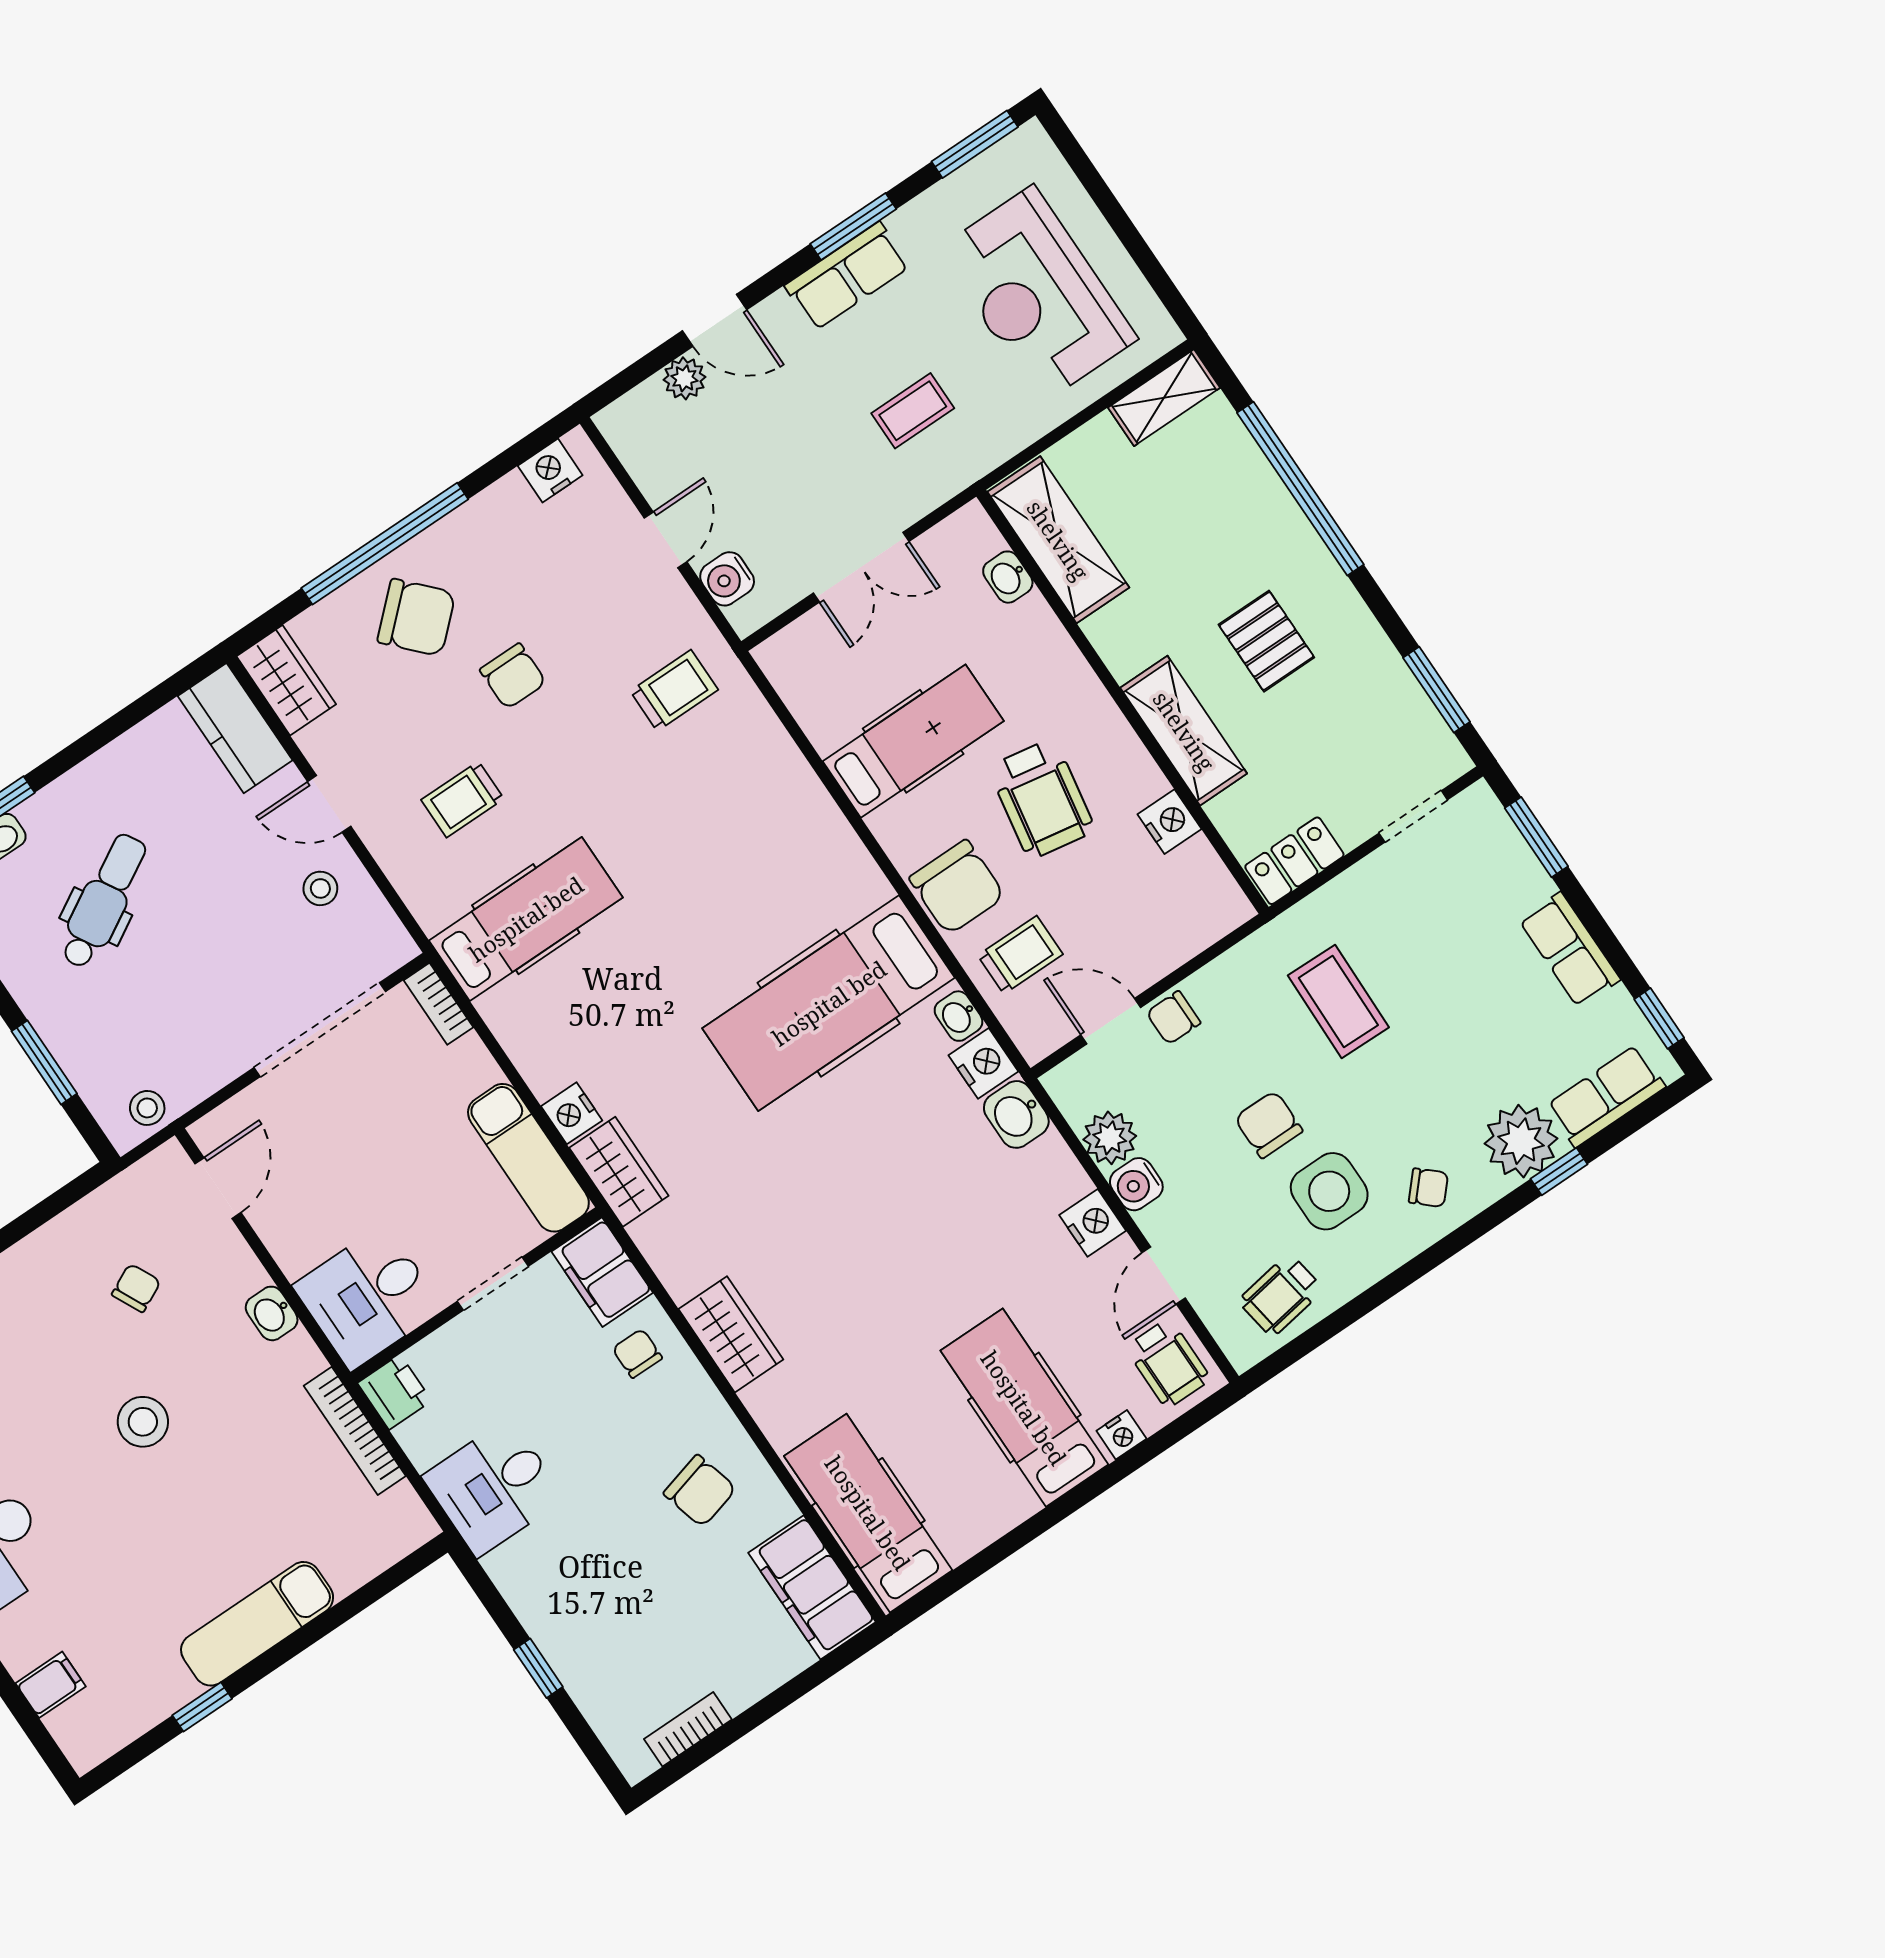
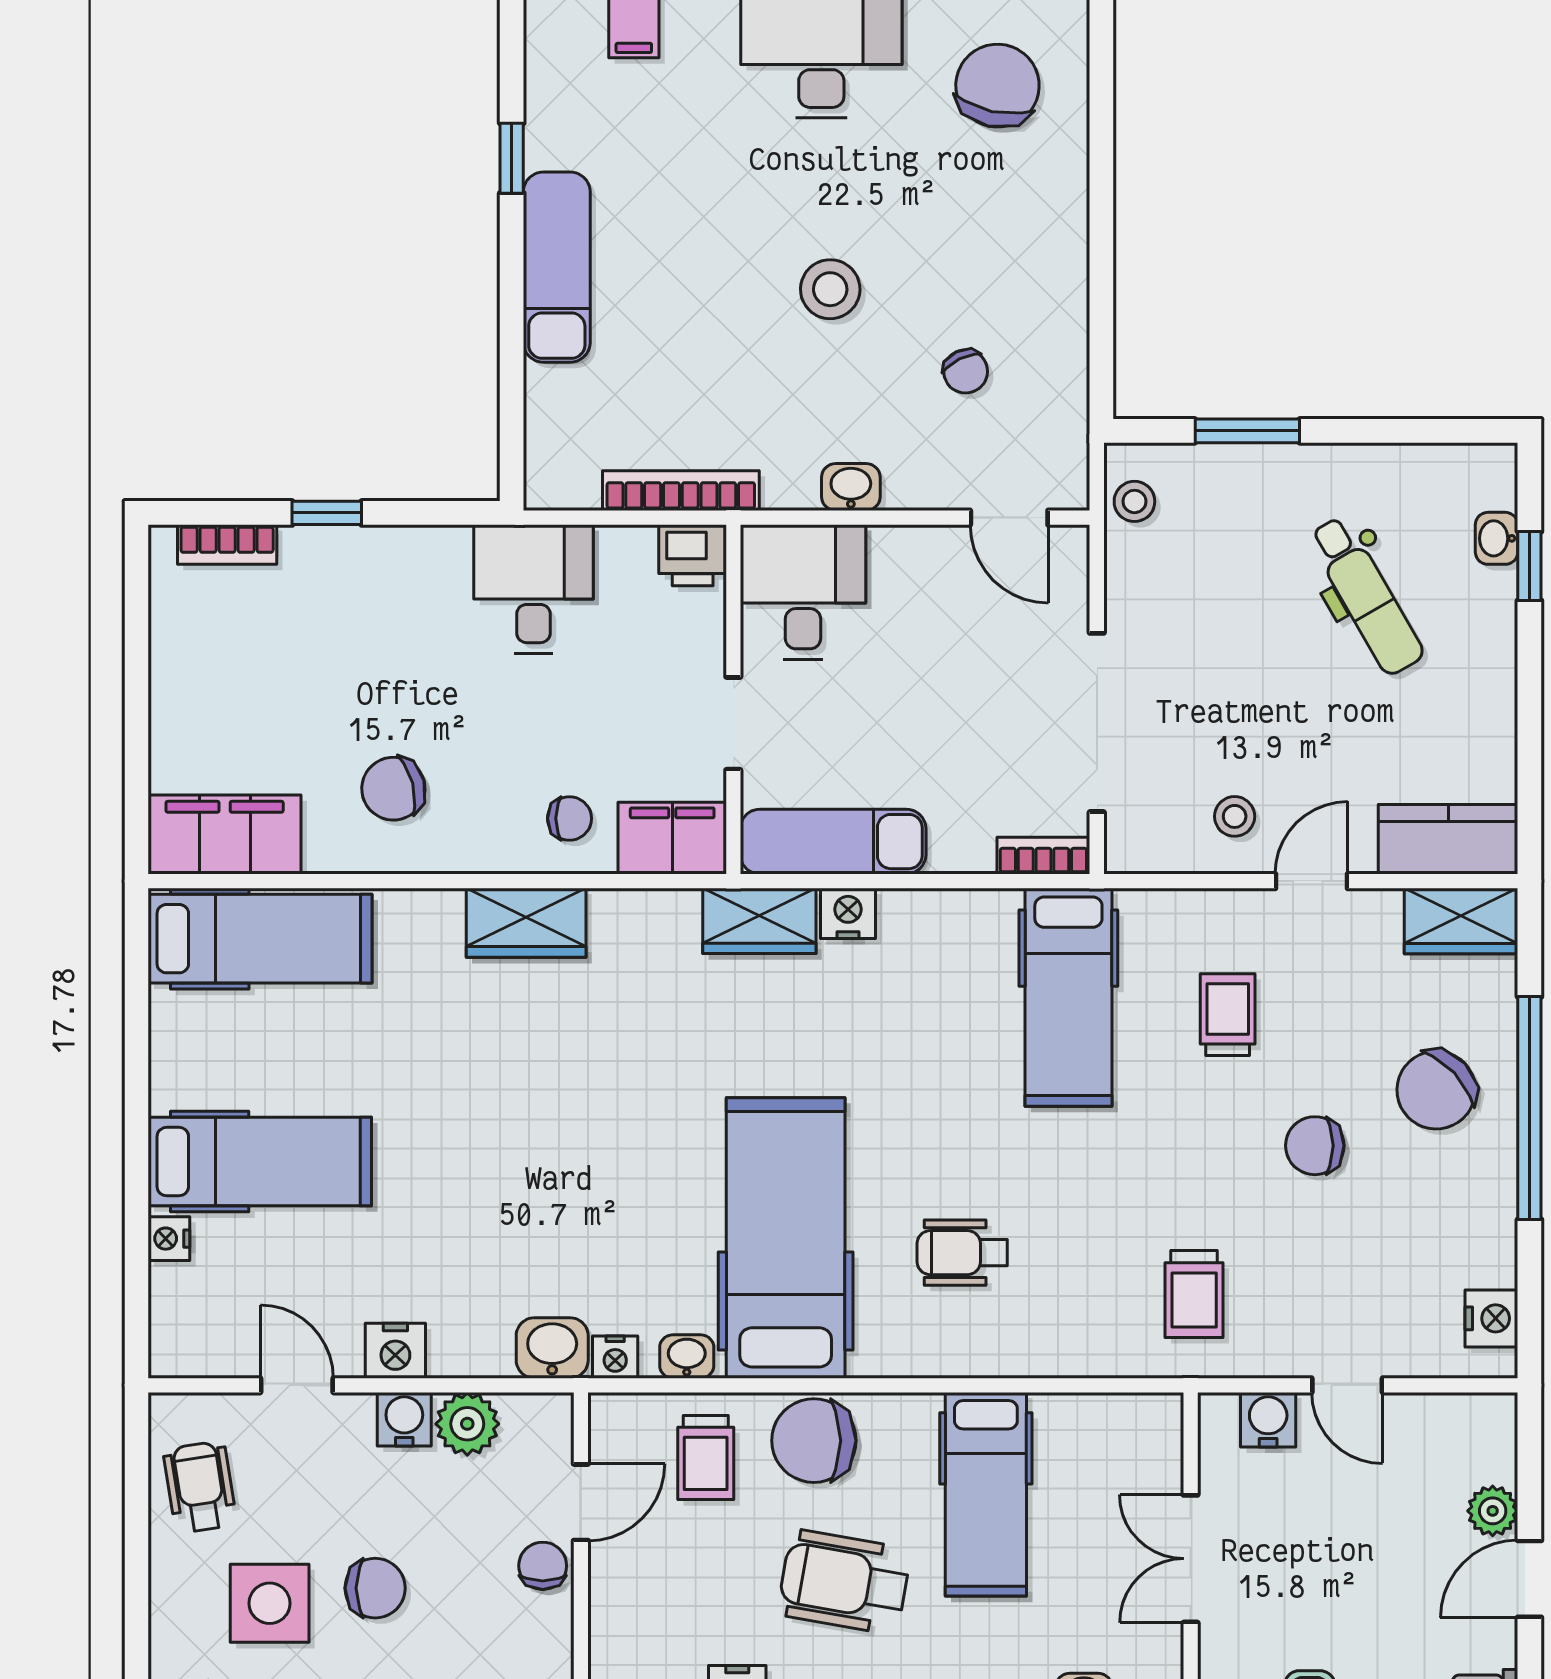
nightstand: (983, 1063) -> (615, 1357), width x0.72, depth x0.74
wheelchair: (1168, 1363) -> (962, 1253), moved
bookcase: (688, 1729) -> (227, 544), moved, turned 90

